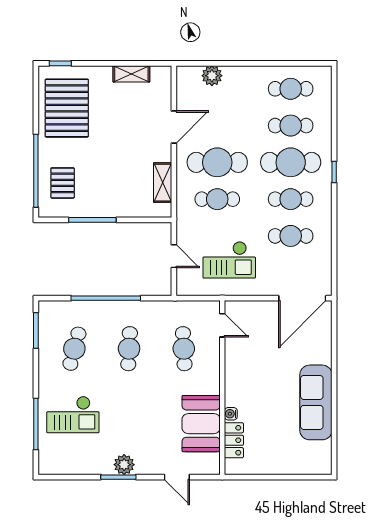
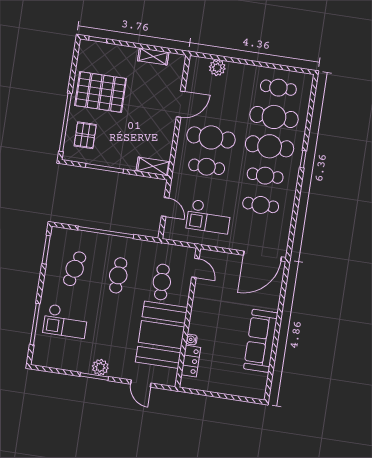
pallet: (67, 108) -> (101, 92), moved, turned 90
cafe table: (291, 126) -> (274, 117), width x1.37, depth x1.35
shelving: (163, 183) -> (153, 166), moved, turned 90
booth: (201, 424) -> (161, 335), width x1.36, depth x1.42

